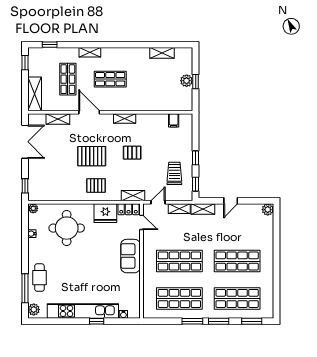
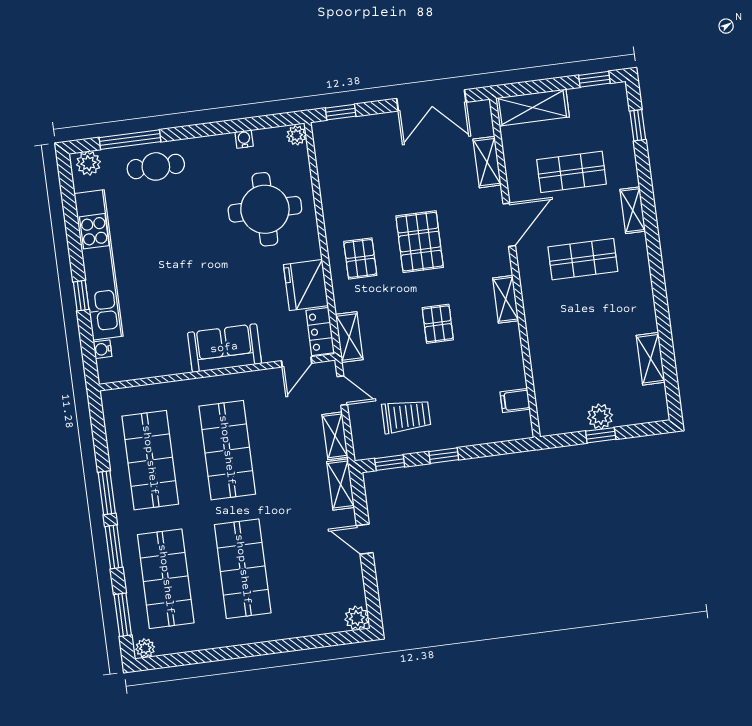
shop shelf: (110, 79) -> (583, 259), turned 90
plant: (269, 313) -> (145, 648), added

